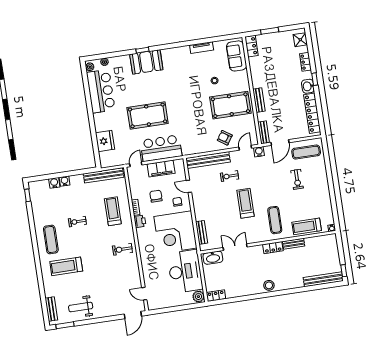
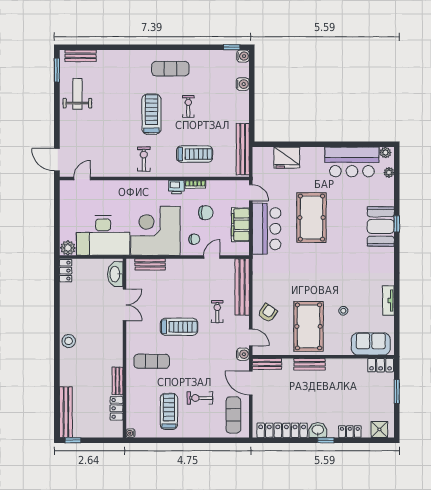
water cooler: (65, 181) -> (243, 56), moved
treadmill: (307, 226) -> (169, 411), moved
locker: (273, 248) -> (117, 408), moved
treadmill: (66, 266) -> (151, 114), moved

